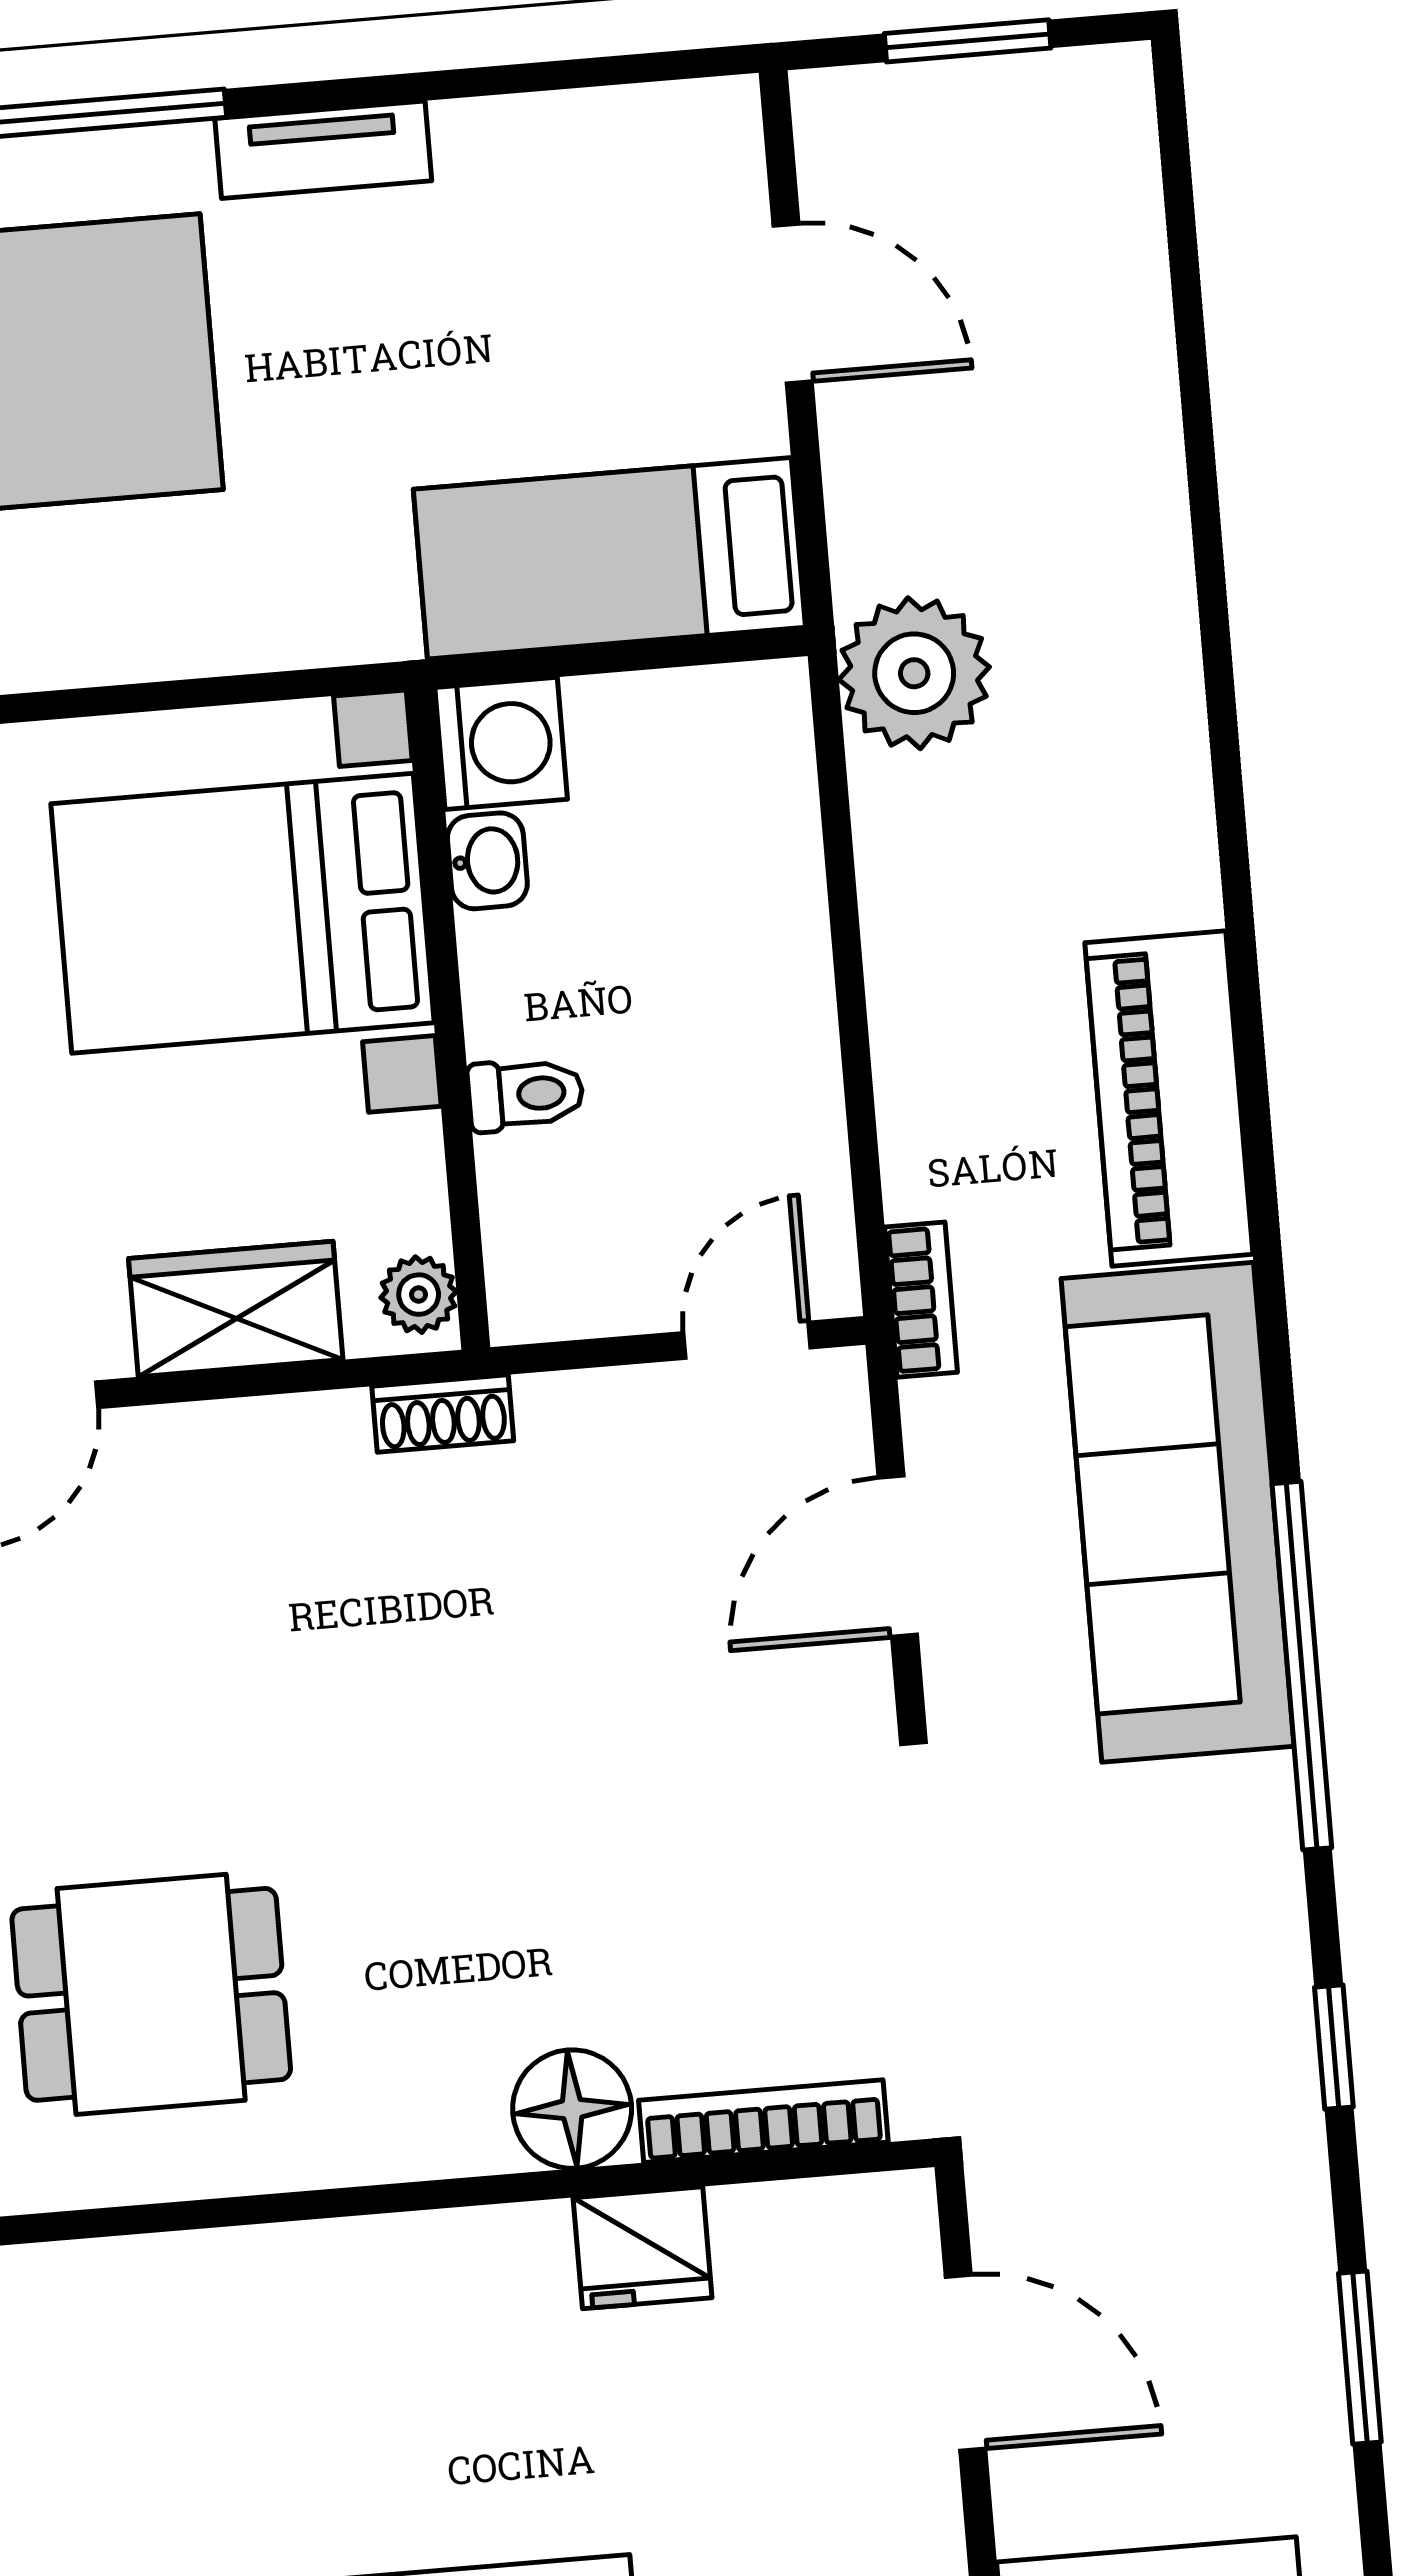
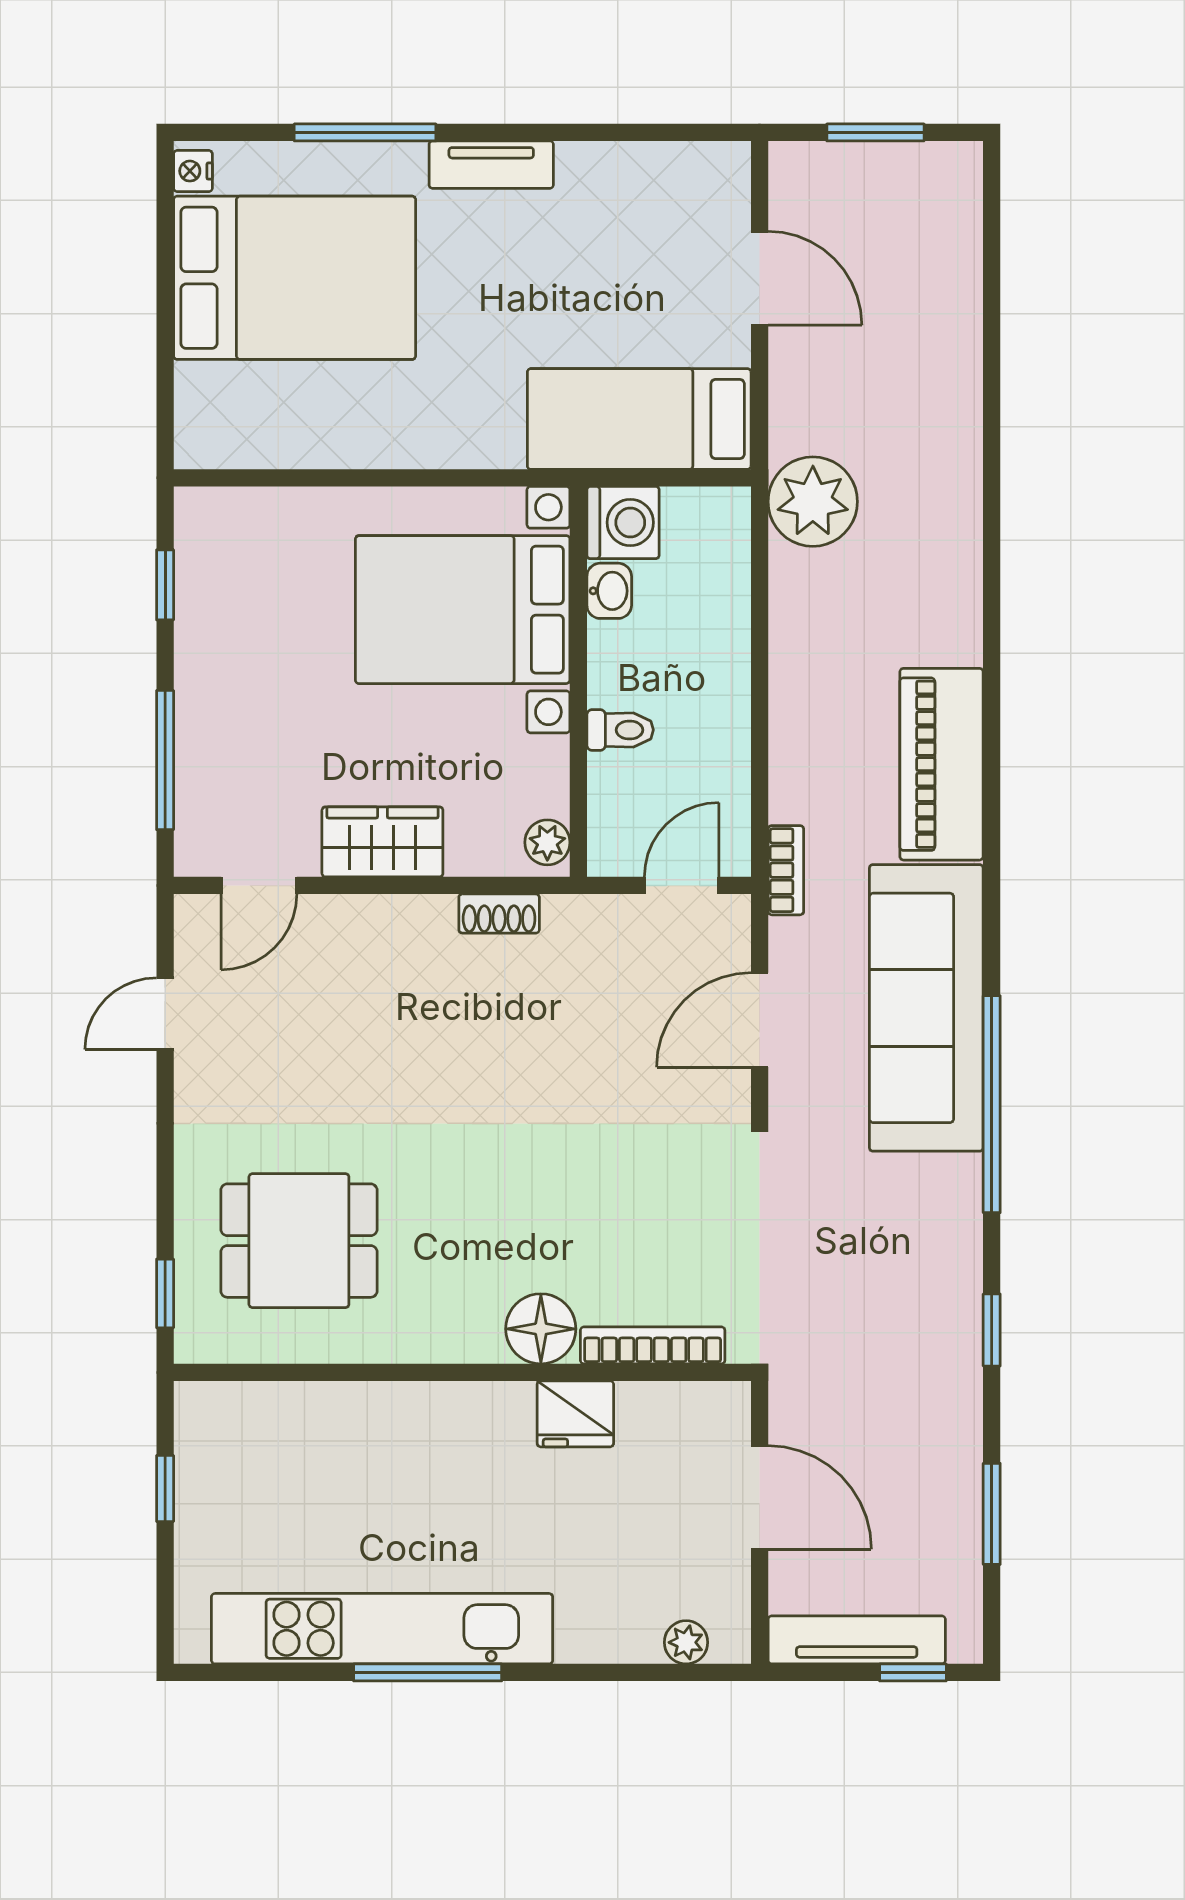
washing machine: (501, 743) -> (623, 522), moved
washbasin: (487, 861) -> (609, 591), moved
bed with nightstands: (243, 913) -> (463, 610), moved
wall: (448, 1019) -> (578, 682), moved
toilet: (526, 1094) -> (620, 730), moved
plant: (419, 1295) -> (547, 842), moved

